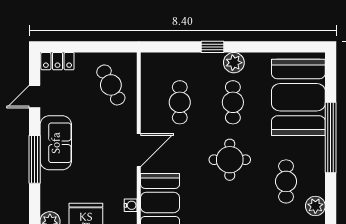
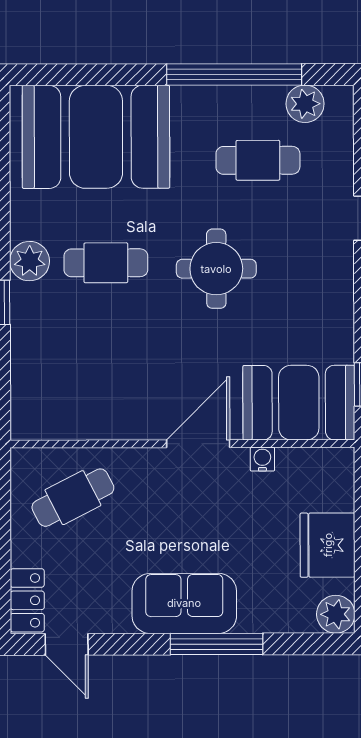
door: (35, 97) -> (67, 644), moved
cafe table: (180, 102) -> (106, 365), removed
window: (331, 137) -> (234, 74), moved
door: (139, 150) -> (198, 444), hinge flipped
water cooler: (131, 205) -> (262, 459), moved

